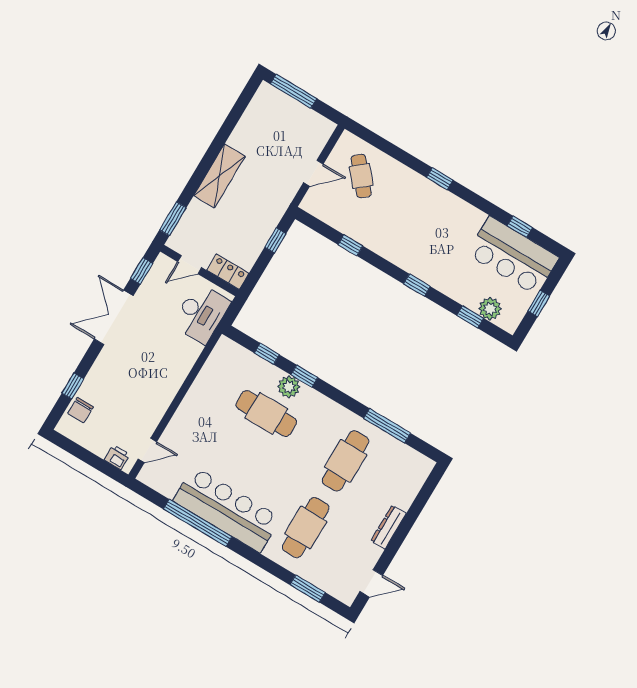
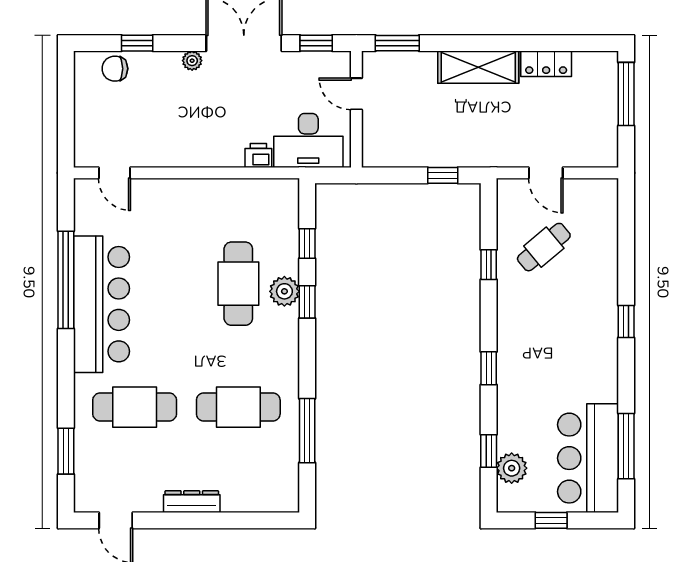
cafe table: (361, 176) -> (544, 247), moved
window: (520, 227) -> (626, 446), width x2.17
locker: (228, 272) -> (546, 64), moved, turned 90
plant: (105, 357) -> (192, 61), added
printer: (117, 457) -> (258, 156), moved, turned -90

